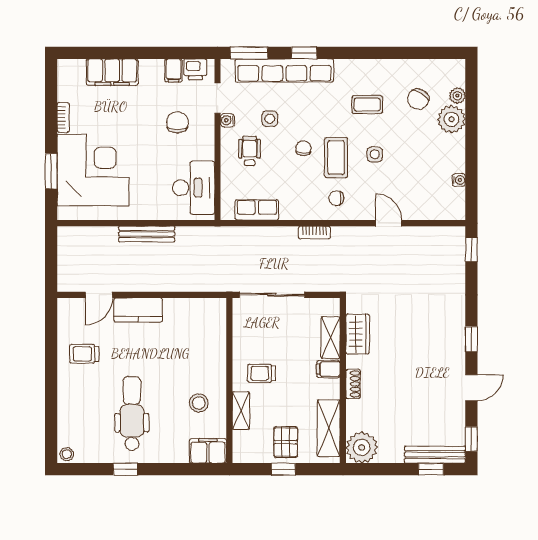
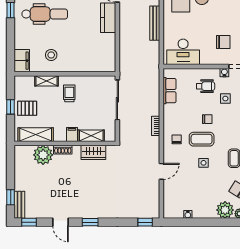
plant: (362, 447) -> (43, 155), moved
bench: (435, 455) -> (19, 205), width x0.73

